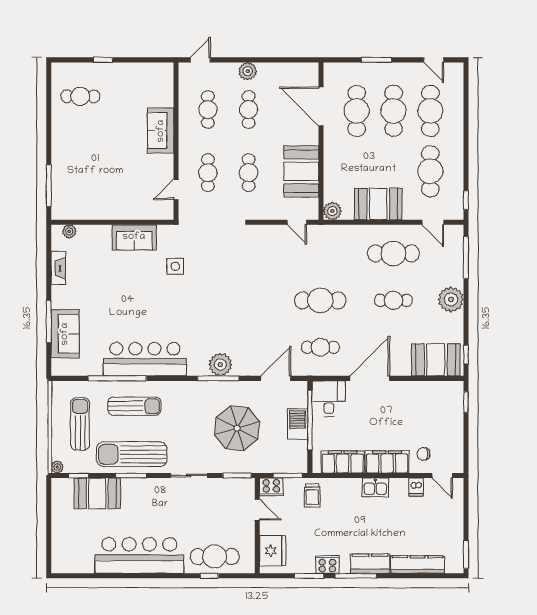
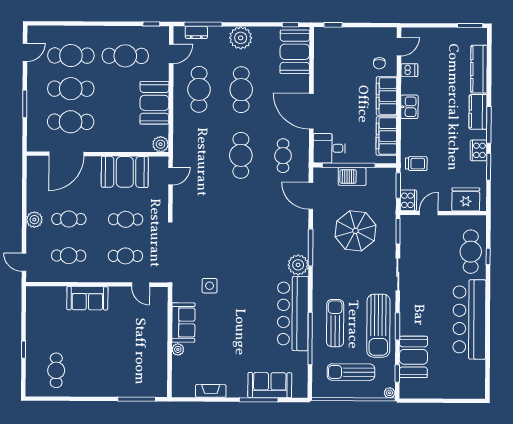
plant: (69, 231) -> (178, 349), moved
dresser: (457, 250) -> (196, 32), added
cafe table: (393, 300) -> (241, 90), width x1.37, depth x1.35
plant: (220, 365) -> (298, 265), moved

